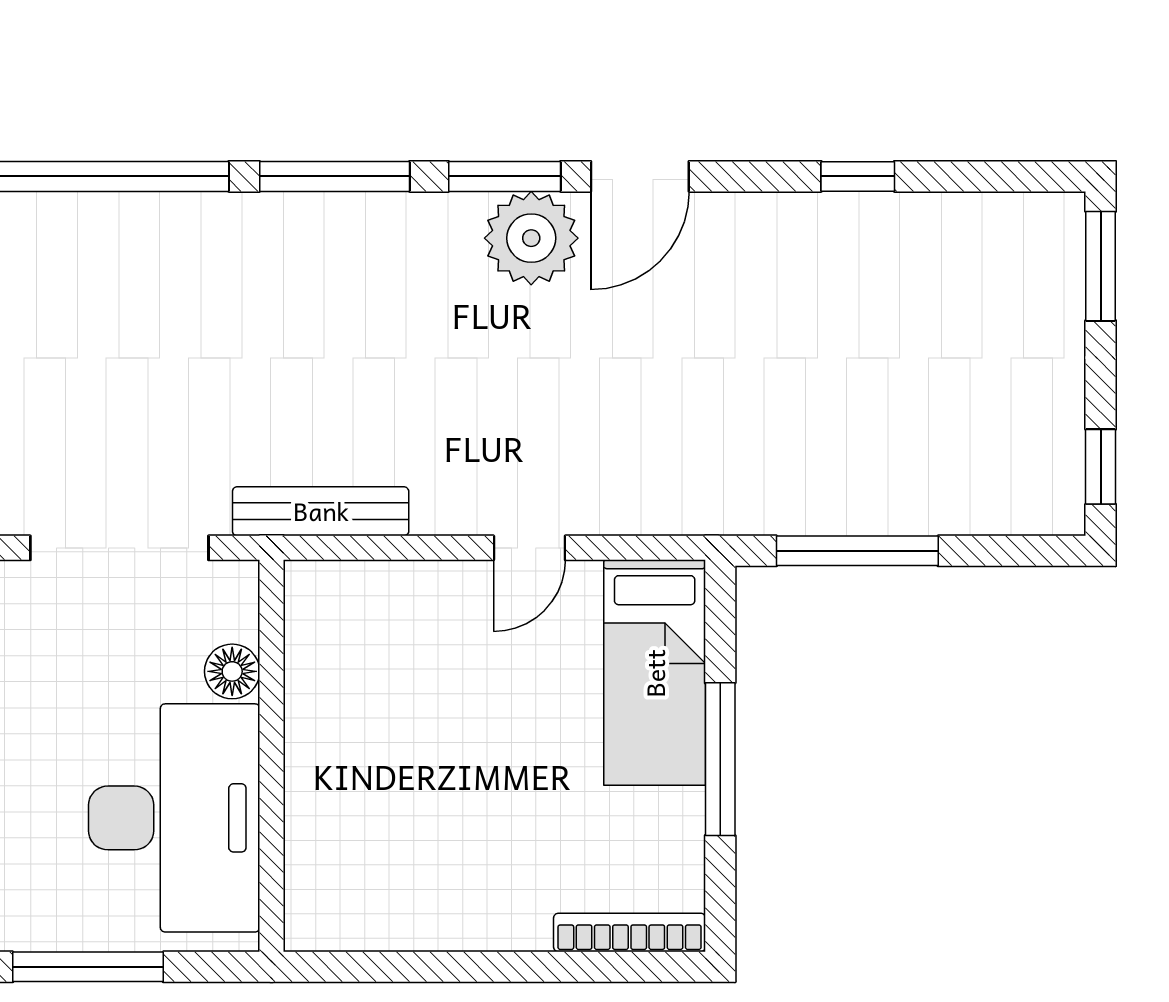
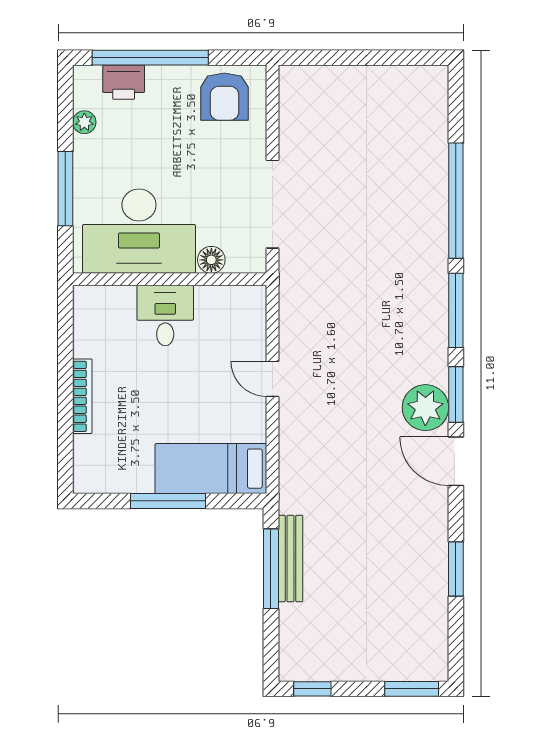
window: (858, 176) -> (456, 569), width x1.50
bench: (321, 511) -> (290, 558), moved
door: (529, 548) -> (272, 379), moved
desk: (345, 765) -> (165, 316), added
bookcase: (630, 933) -> (82, 396), moved

